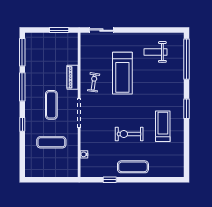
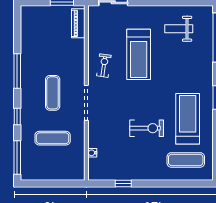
window: (22, 52) -> (17, 157), moved
piano: (73, 77) -> (78, 23), moved
treadmill: (163, 126) -> (188, 119), width x1.37, depth x1.38
exercise bike: (129, 134) -> (147, 128), turned 180
exercise mat: (133, 167) -> (186, 160), moved

